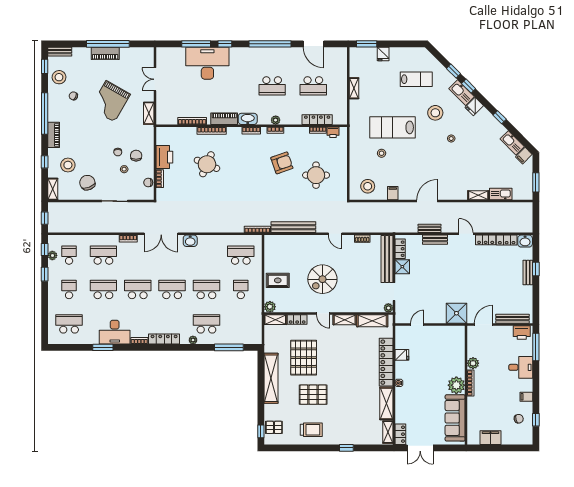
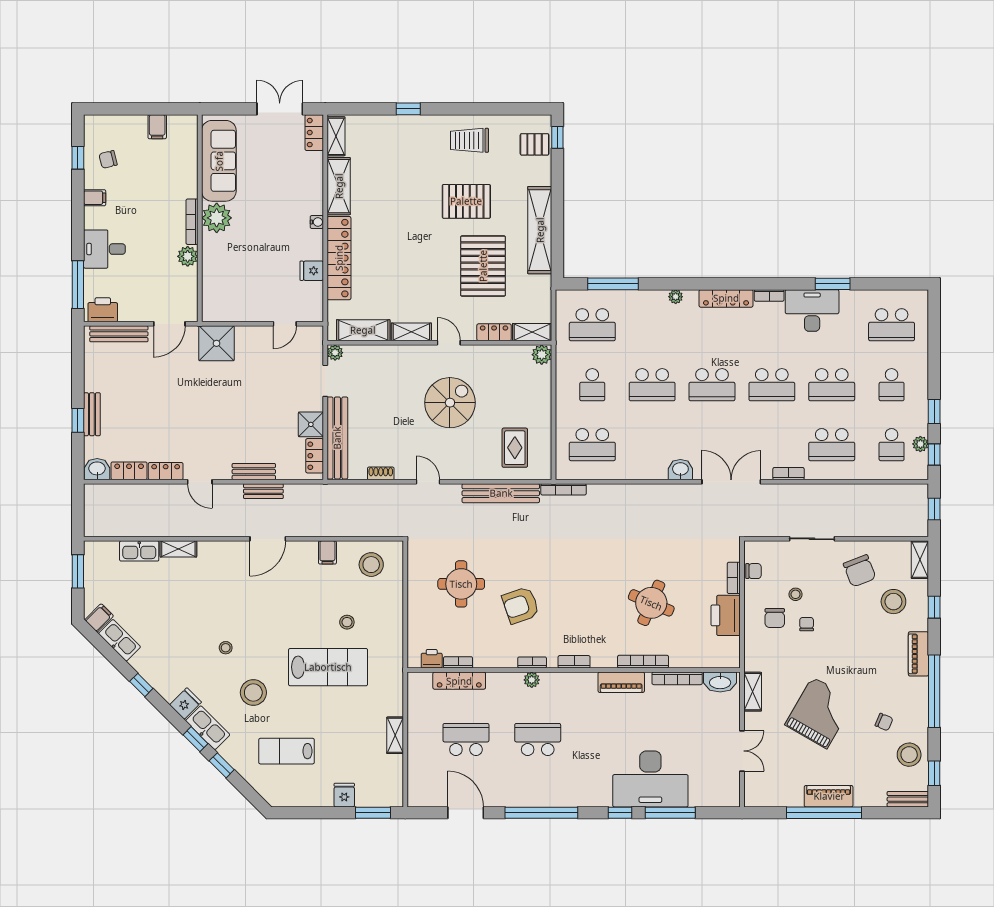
washbasin: (248, 119) -> (720, 682), moved
rug: (278, 280) -> (515, 448), moved, turned 90
school desk: (206, 324) -> (592, 325), moved
filing cabinet: (491, 438) -> (157, 127), width x0.50

